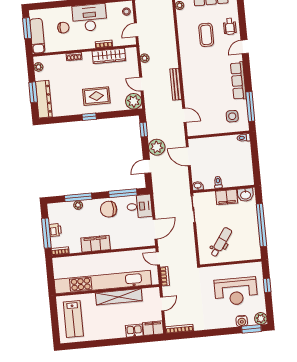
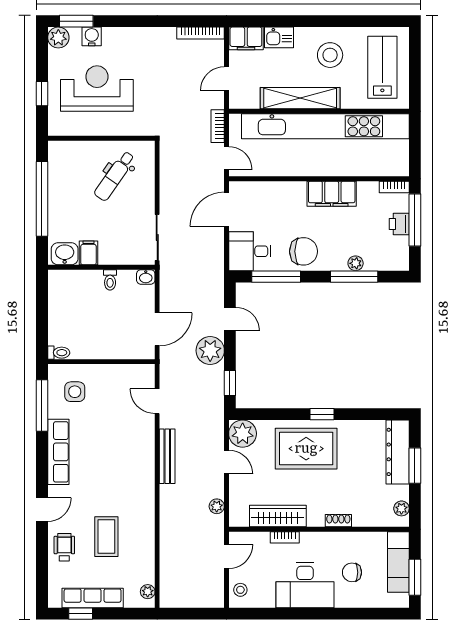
rug: (96, 96) -> (306, 449), width x1.36, depth x1.43
door: (188, 156) -> (157, 329), hinge flipped
door: (147, 166) -> (230, 319), hinge flipped
filing cabinet: (227, 197) -> (88, 253), width x0.50
stool: (104, 323) -> (330, 55), added

